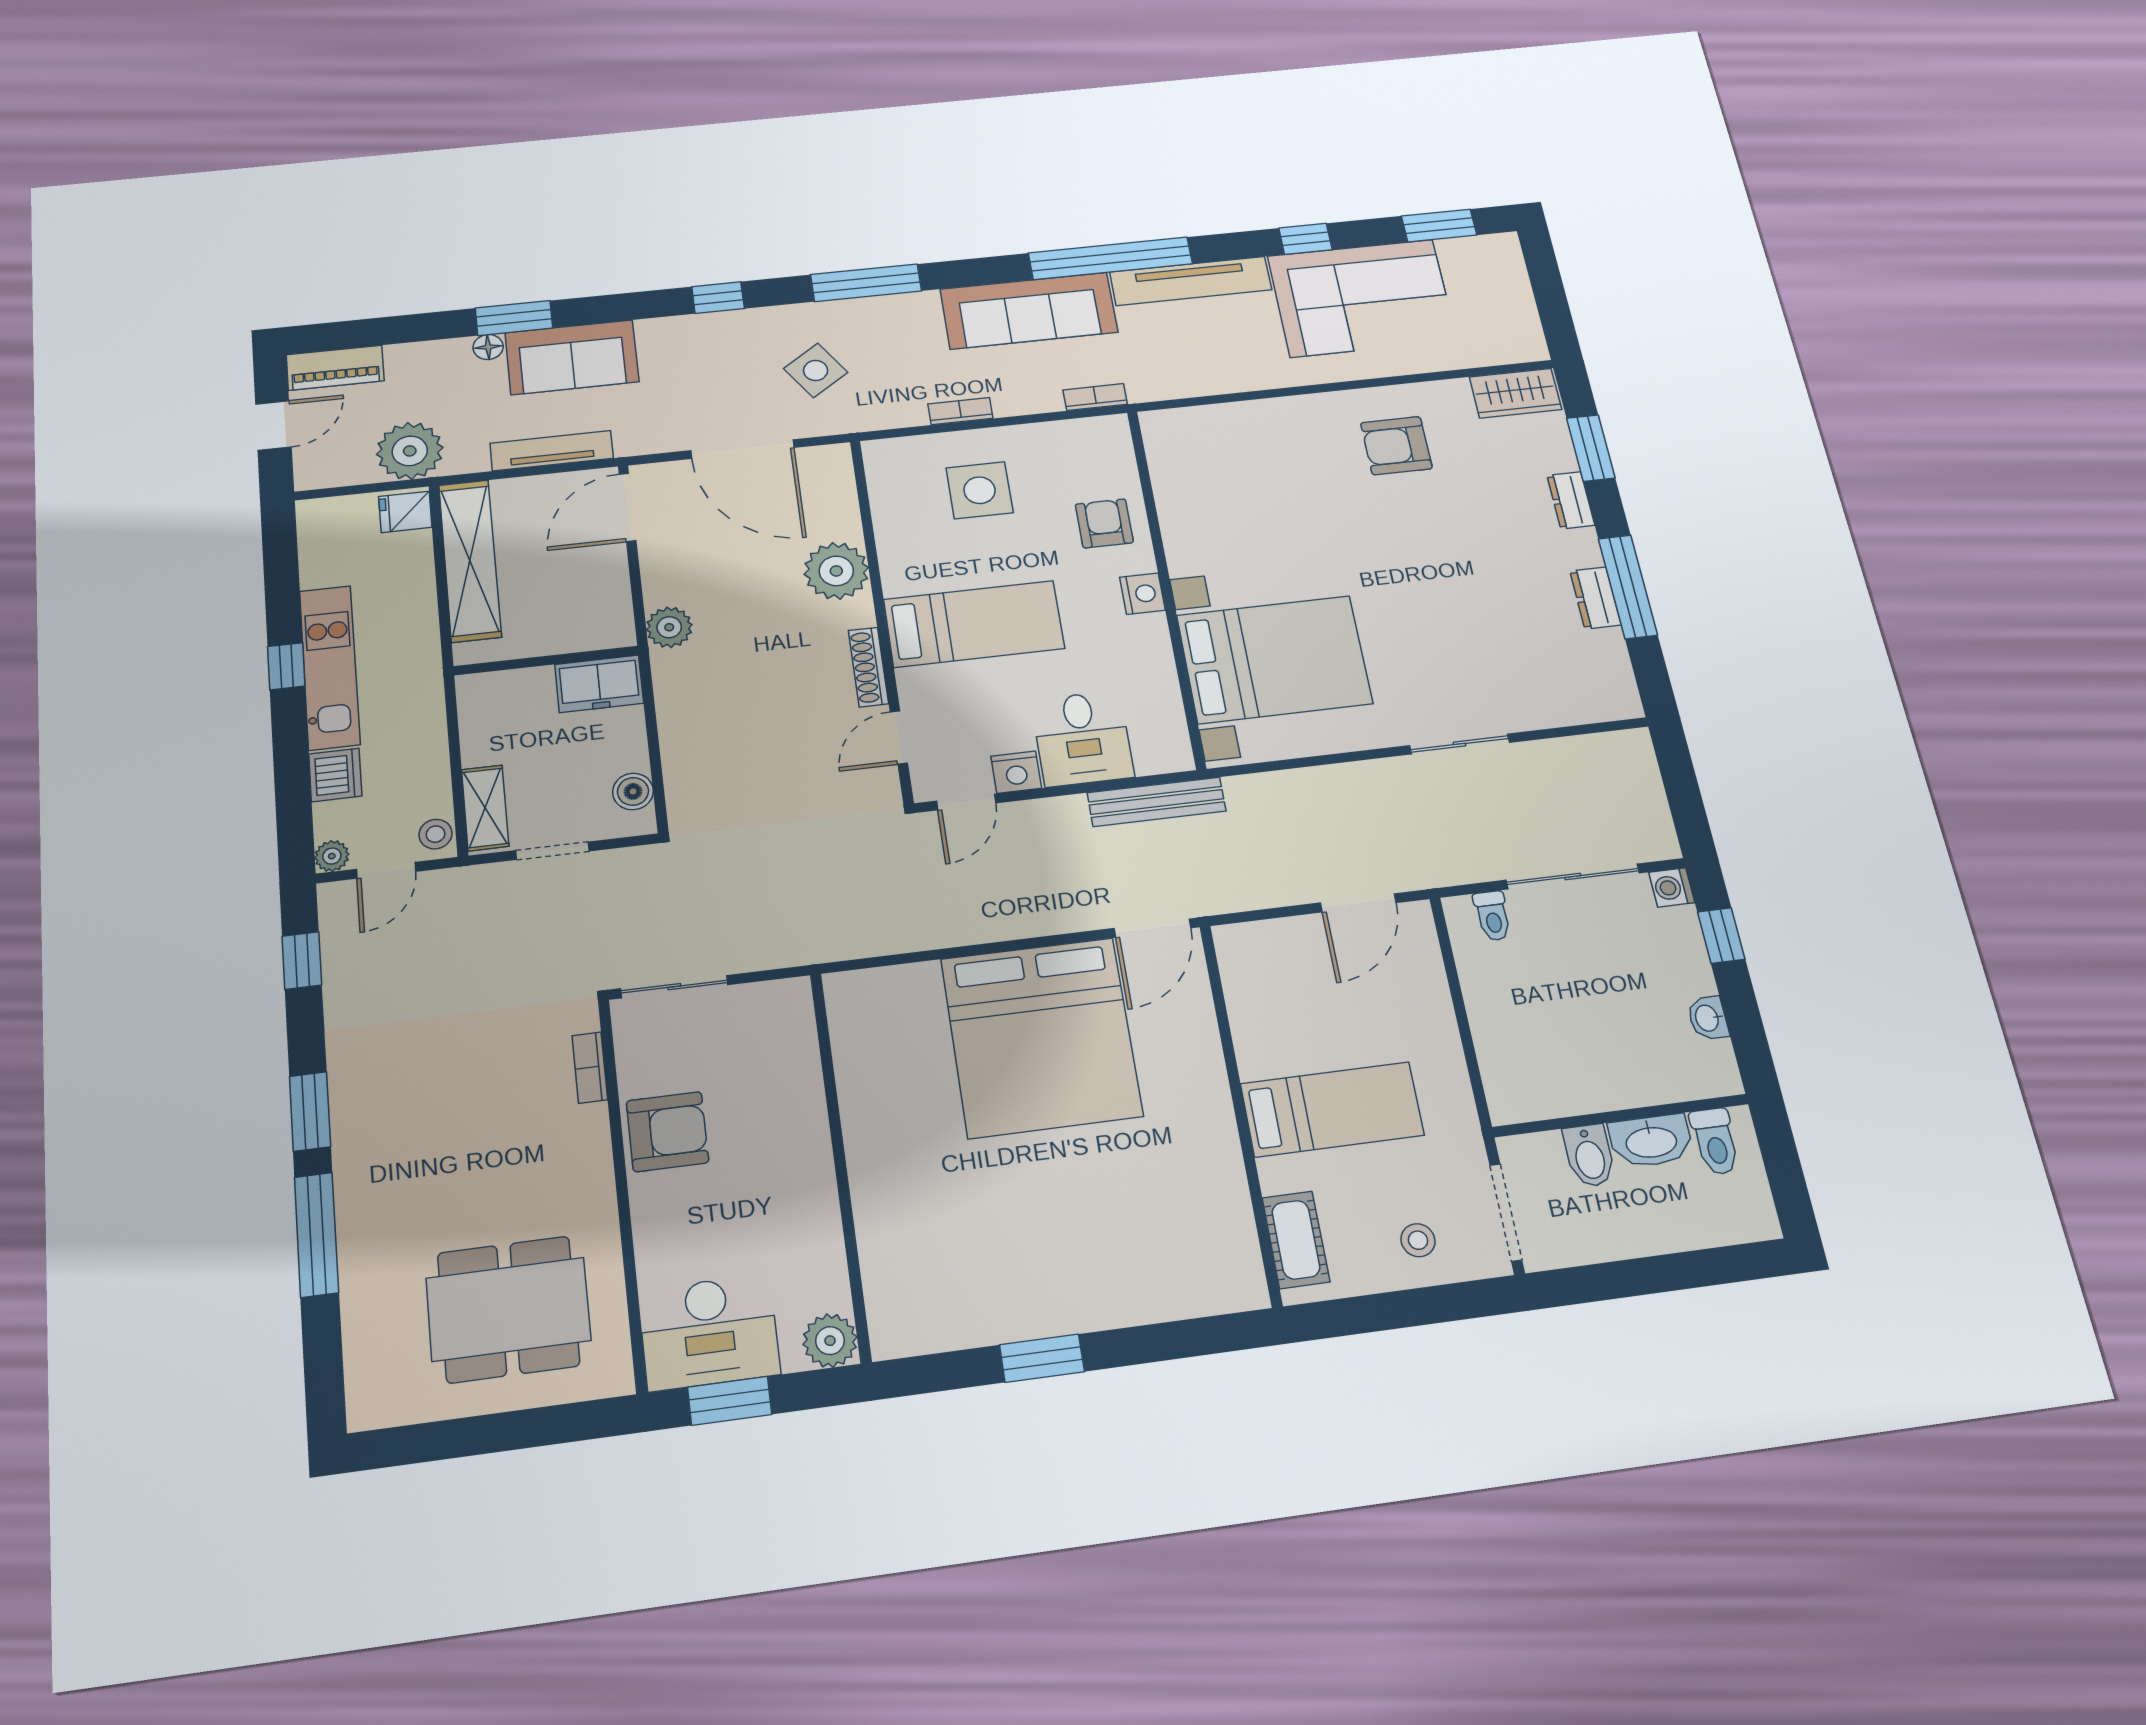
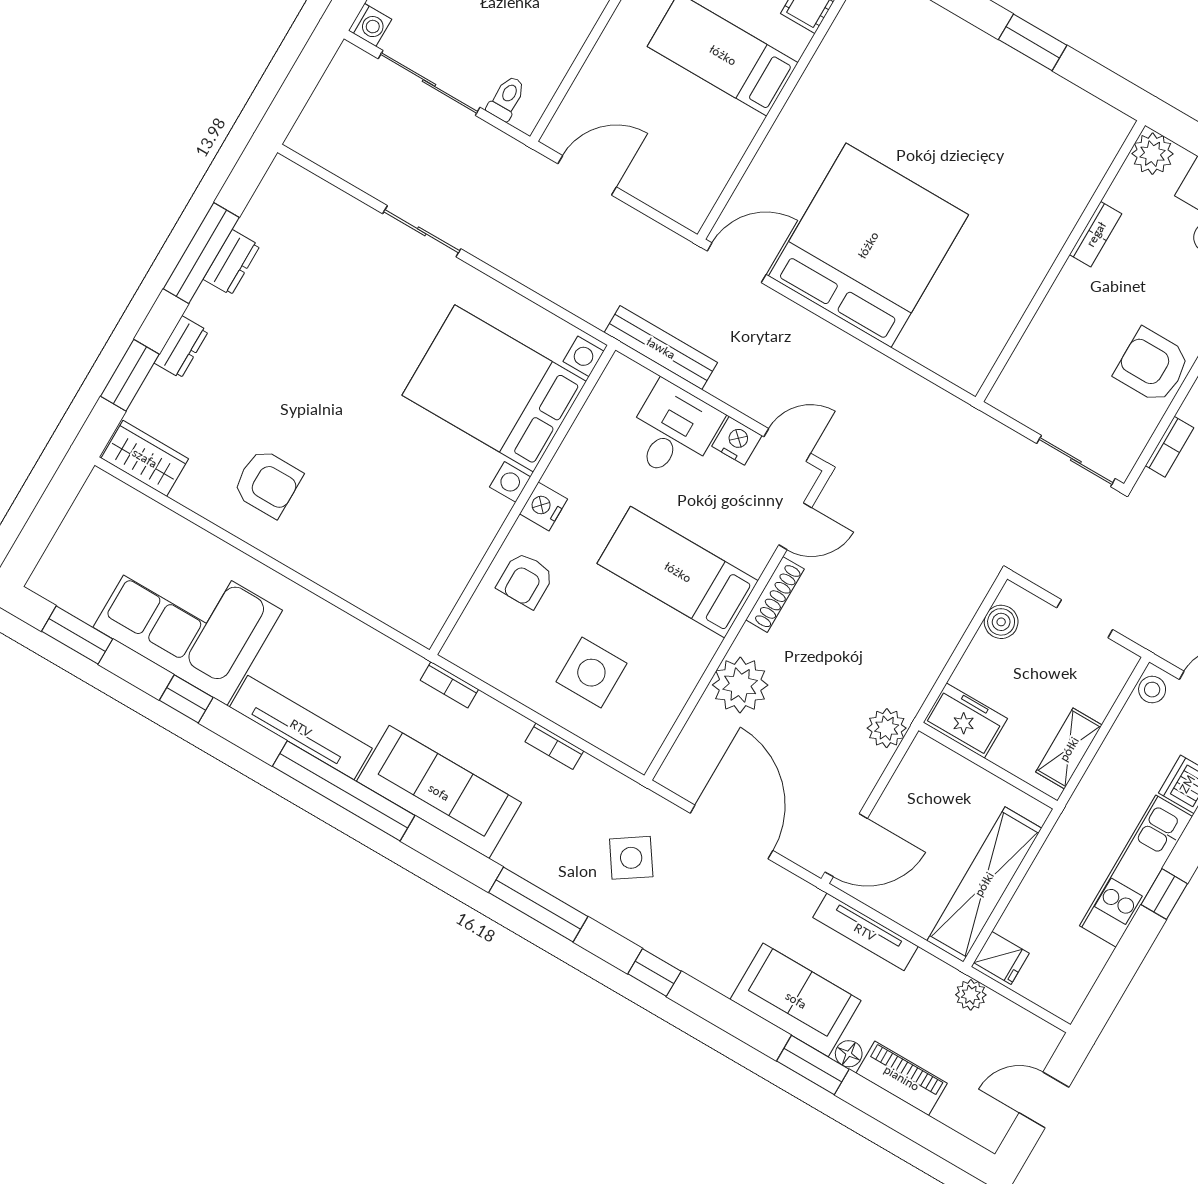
piano: (335, 368) -> (902, 1078), moved
plant: (410, 451) -> (971, 995), width x0.53, depth x0.53
shelving: (485, 808) -> (1069, 749), moved
bookcase: (825, 1216) -> (1096, 234), added

